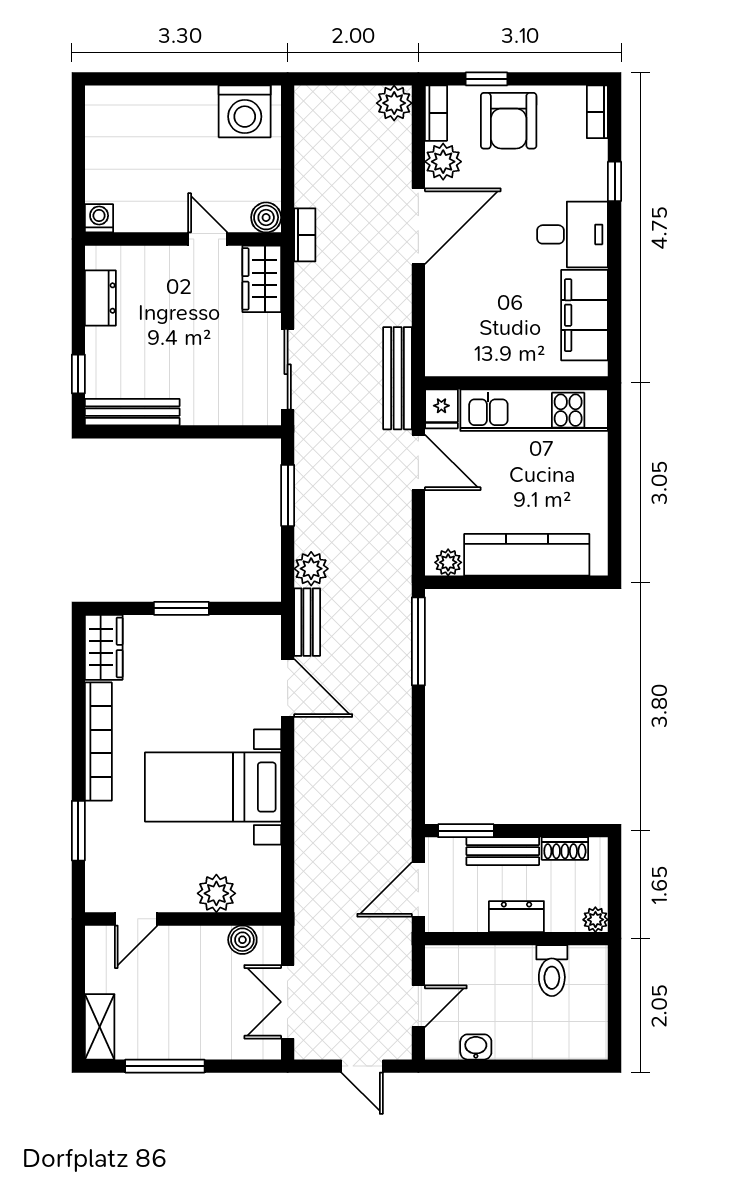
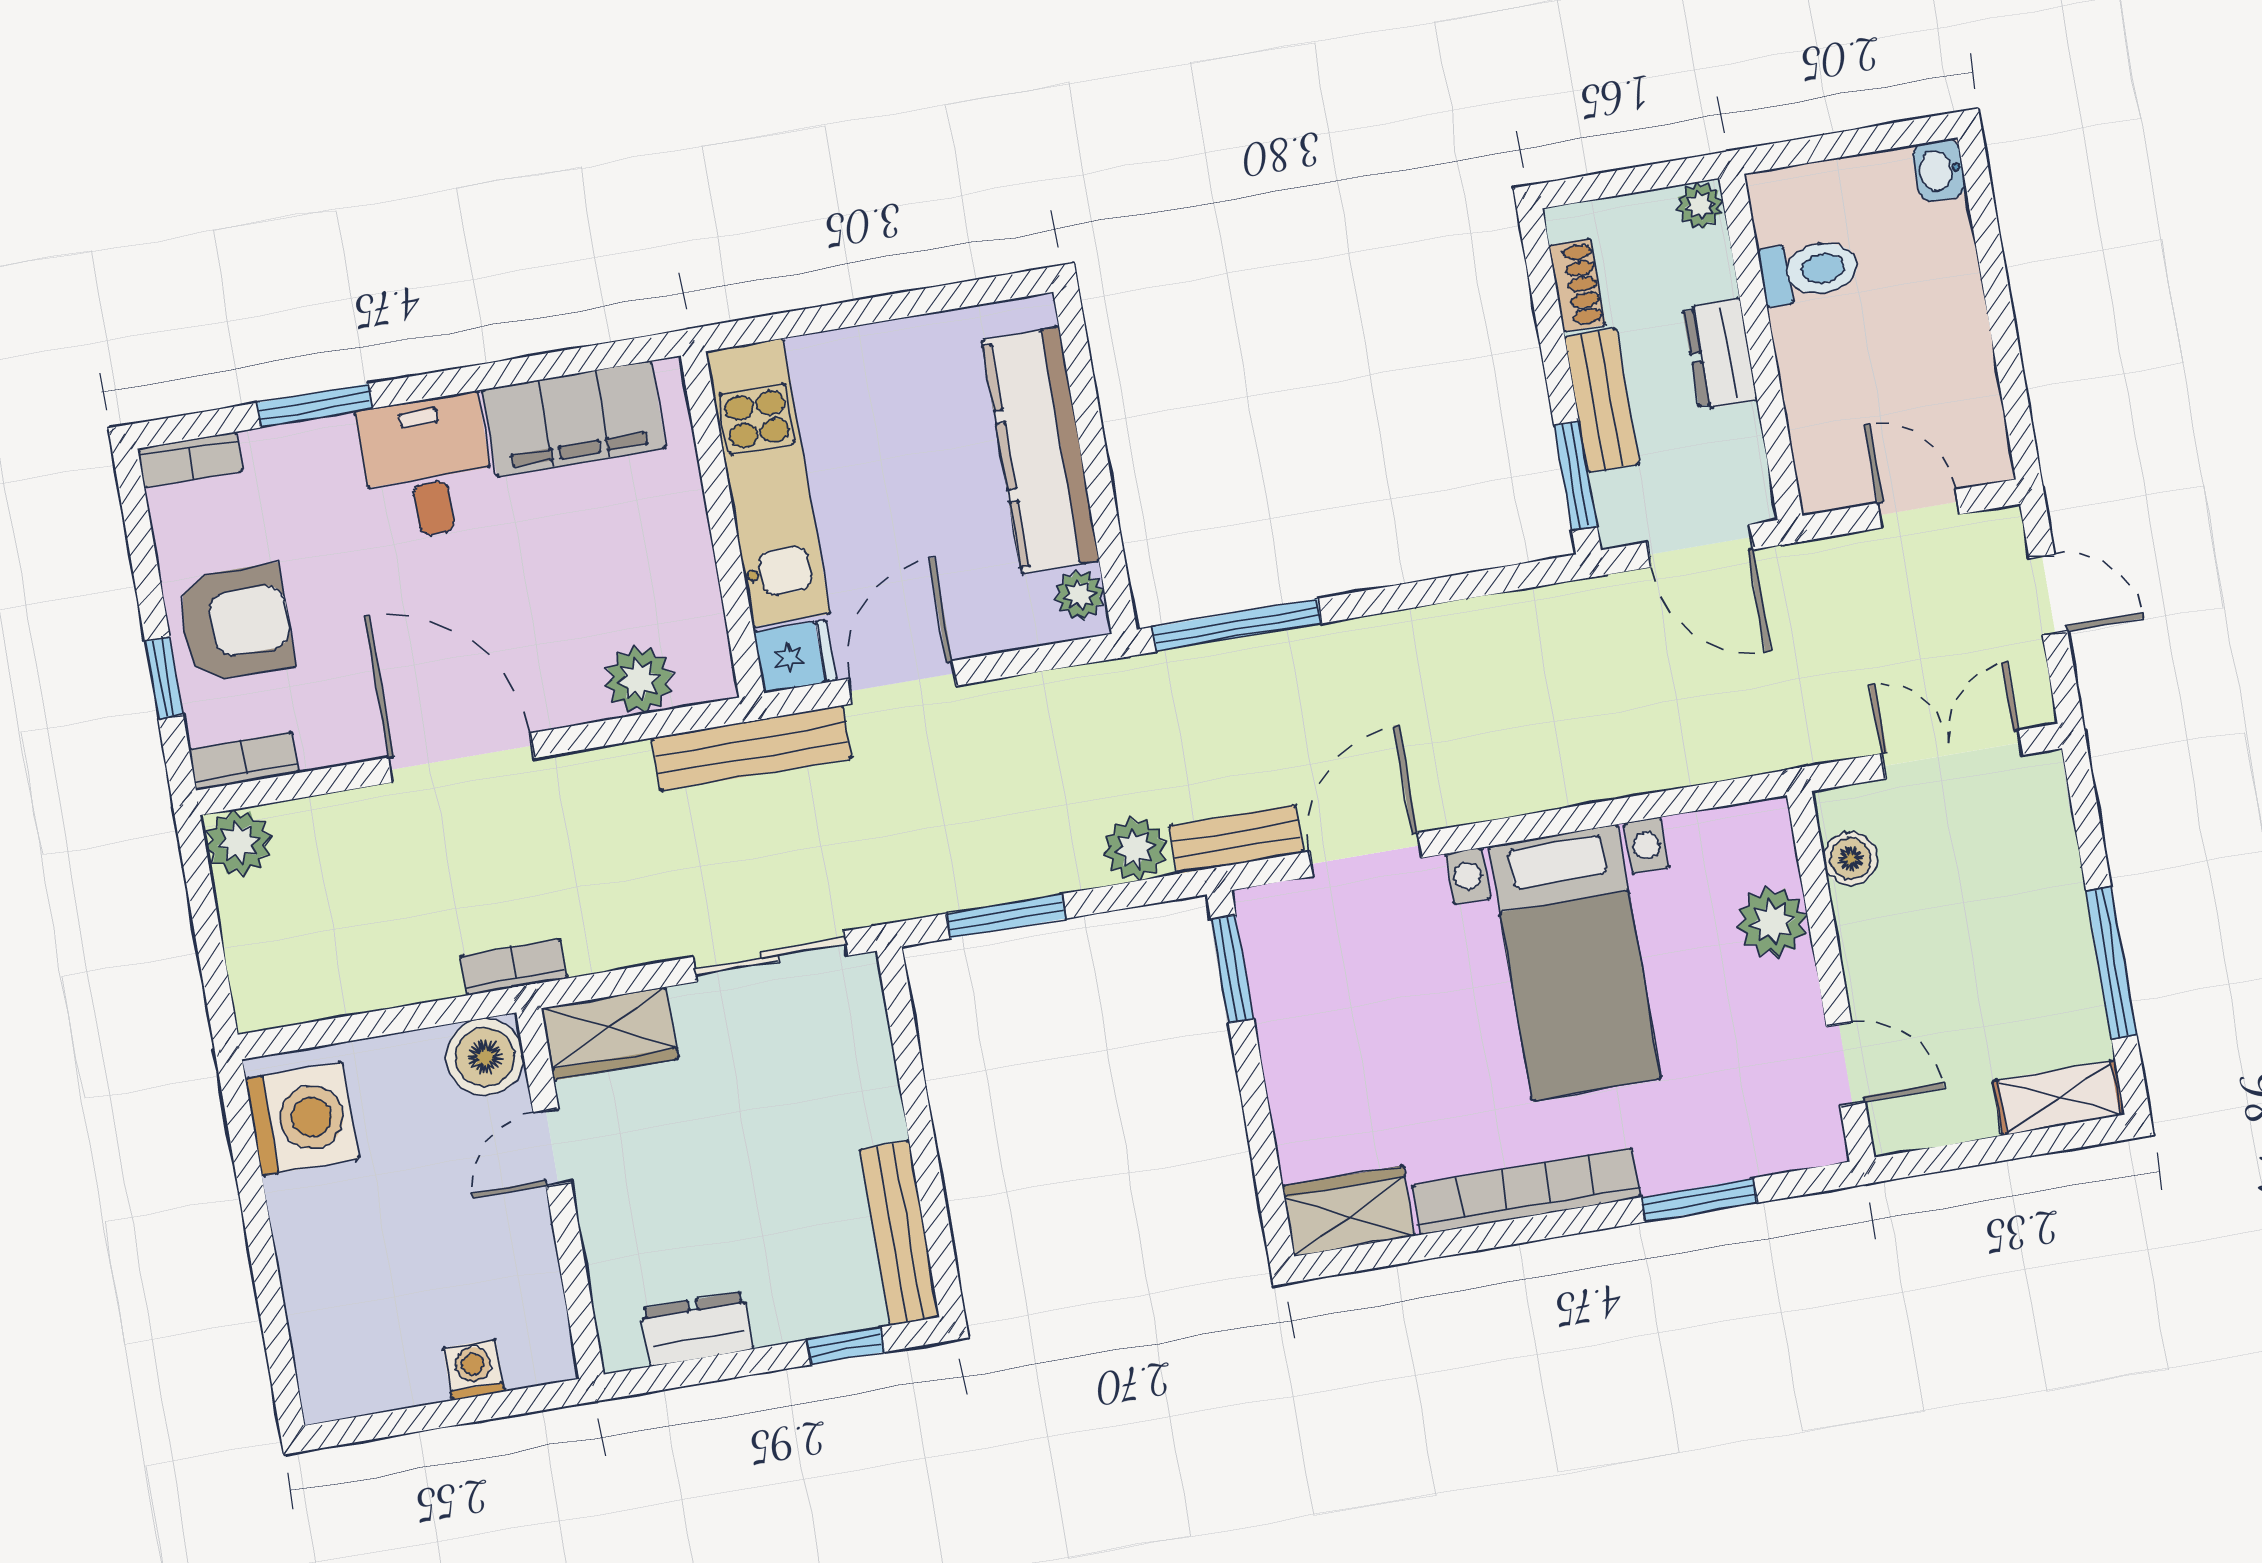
plant: (443, 162) -> (639, 680), moved
window: (615, 181) -> (314, 406), width x1.50
boiler: (266, 217) -> (485, 1057), width x1.36, depth x1.36
washing machine: (99, 218) -> (474, 1370), moved, turned 90
window: (181, 608) -> (1232, 969), moved
double door: (288, 1002) -> (1952, 754), swing flipped
washbasin: (476, 1047) -> (1939, 170), moved
door: (362, 1066) -> (2048, 595), hinge flipped

